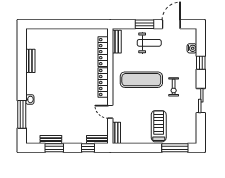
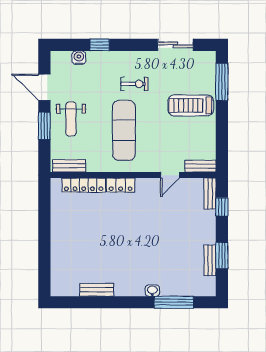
weight bench: (149, 43) -> (71, 119), turned 180
locker: (103, 83) -> (121, 185), width x0.66
sliding door: (201, 101) -> (175, 45), moved

